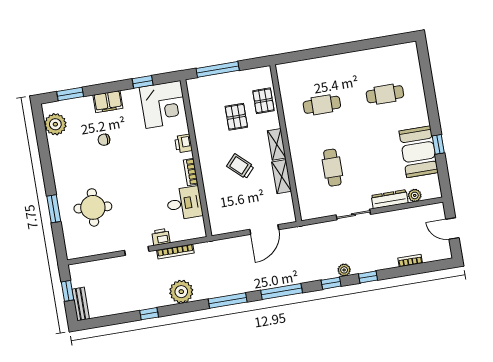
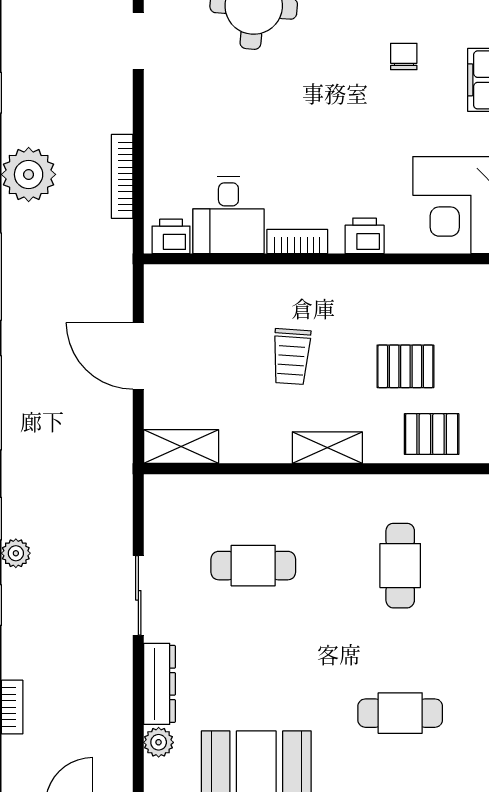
cafe table: (385, 94) -> (400, 713), turned 90
trolley: (240, 166) -> (291, 357), turned 141
shelving: (282, 177) -> (181, 446), moved
door: (264, 230) -> (138, 356), moved
printer: (161, 237) -> (171, 236), moved, turned -90
doorway: (137, 251) -> (138, 41), moved

